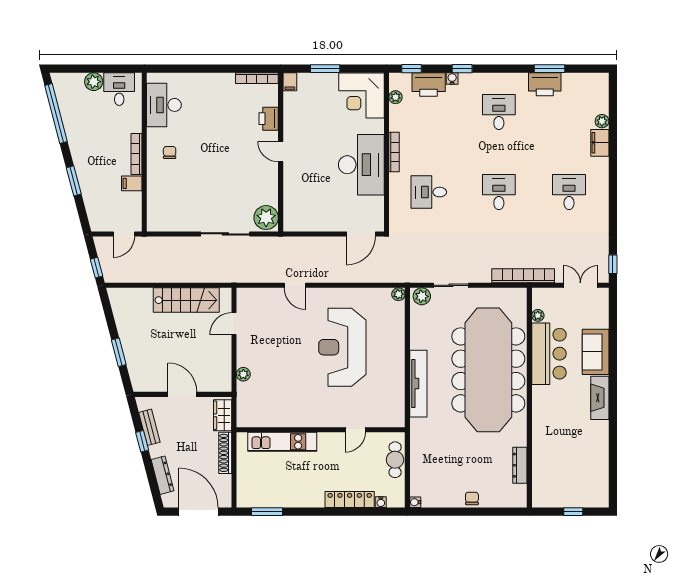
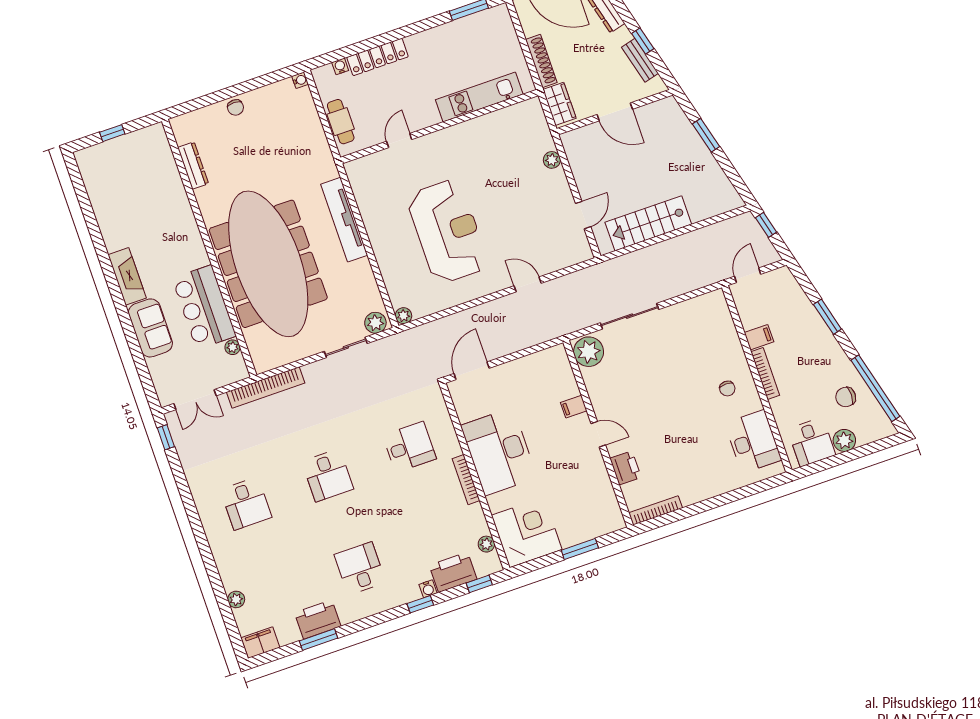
filing cabinet: (290, 82) -> (574, 407), moved, turned -90
desk: (499, 112) -> (360, 568), turned 180
chair: (81, 115) -> (846, 397), added
filing cabinet: (600, 143) -> (260, 643), moved, turned -90

